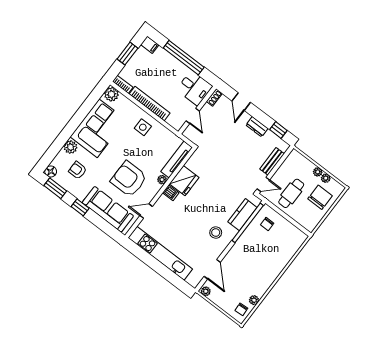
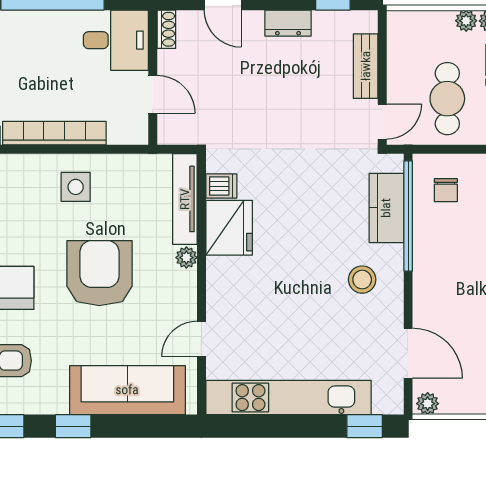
armchair: (129, 179) -> (99, 273), moved, turned 90
dishwasher: (171, 193) -> (221, 186), moved
window: (179, 283) -> (365, 426), added

